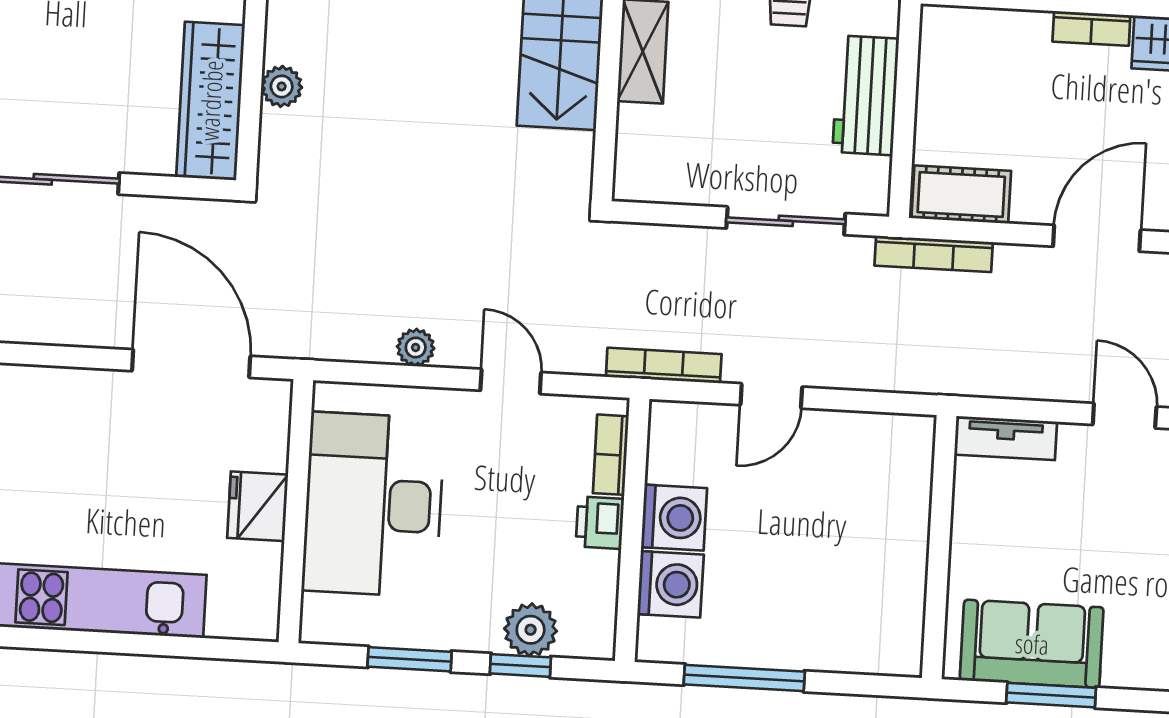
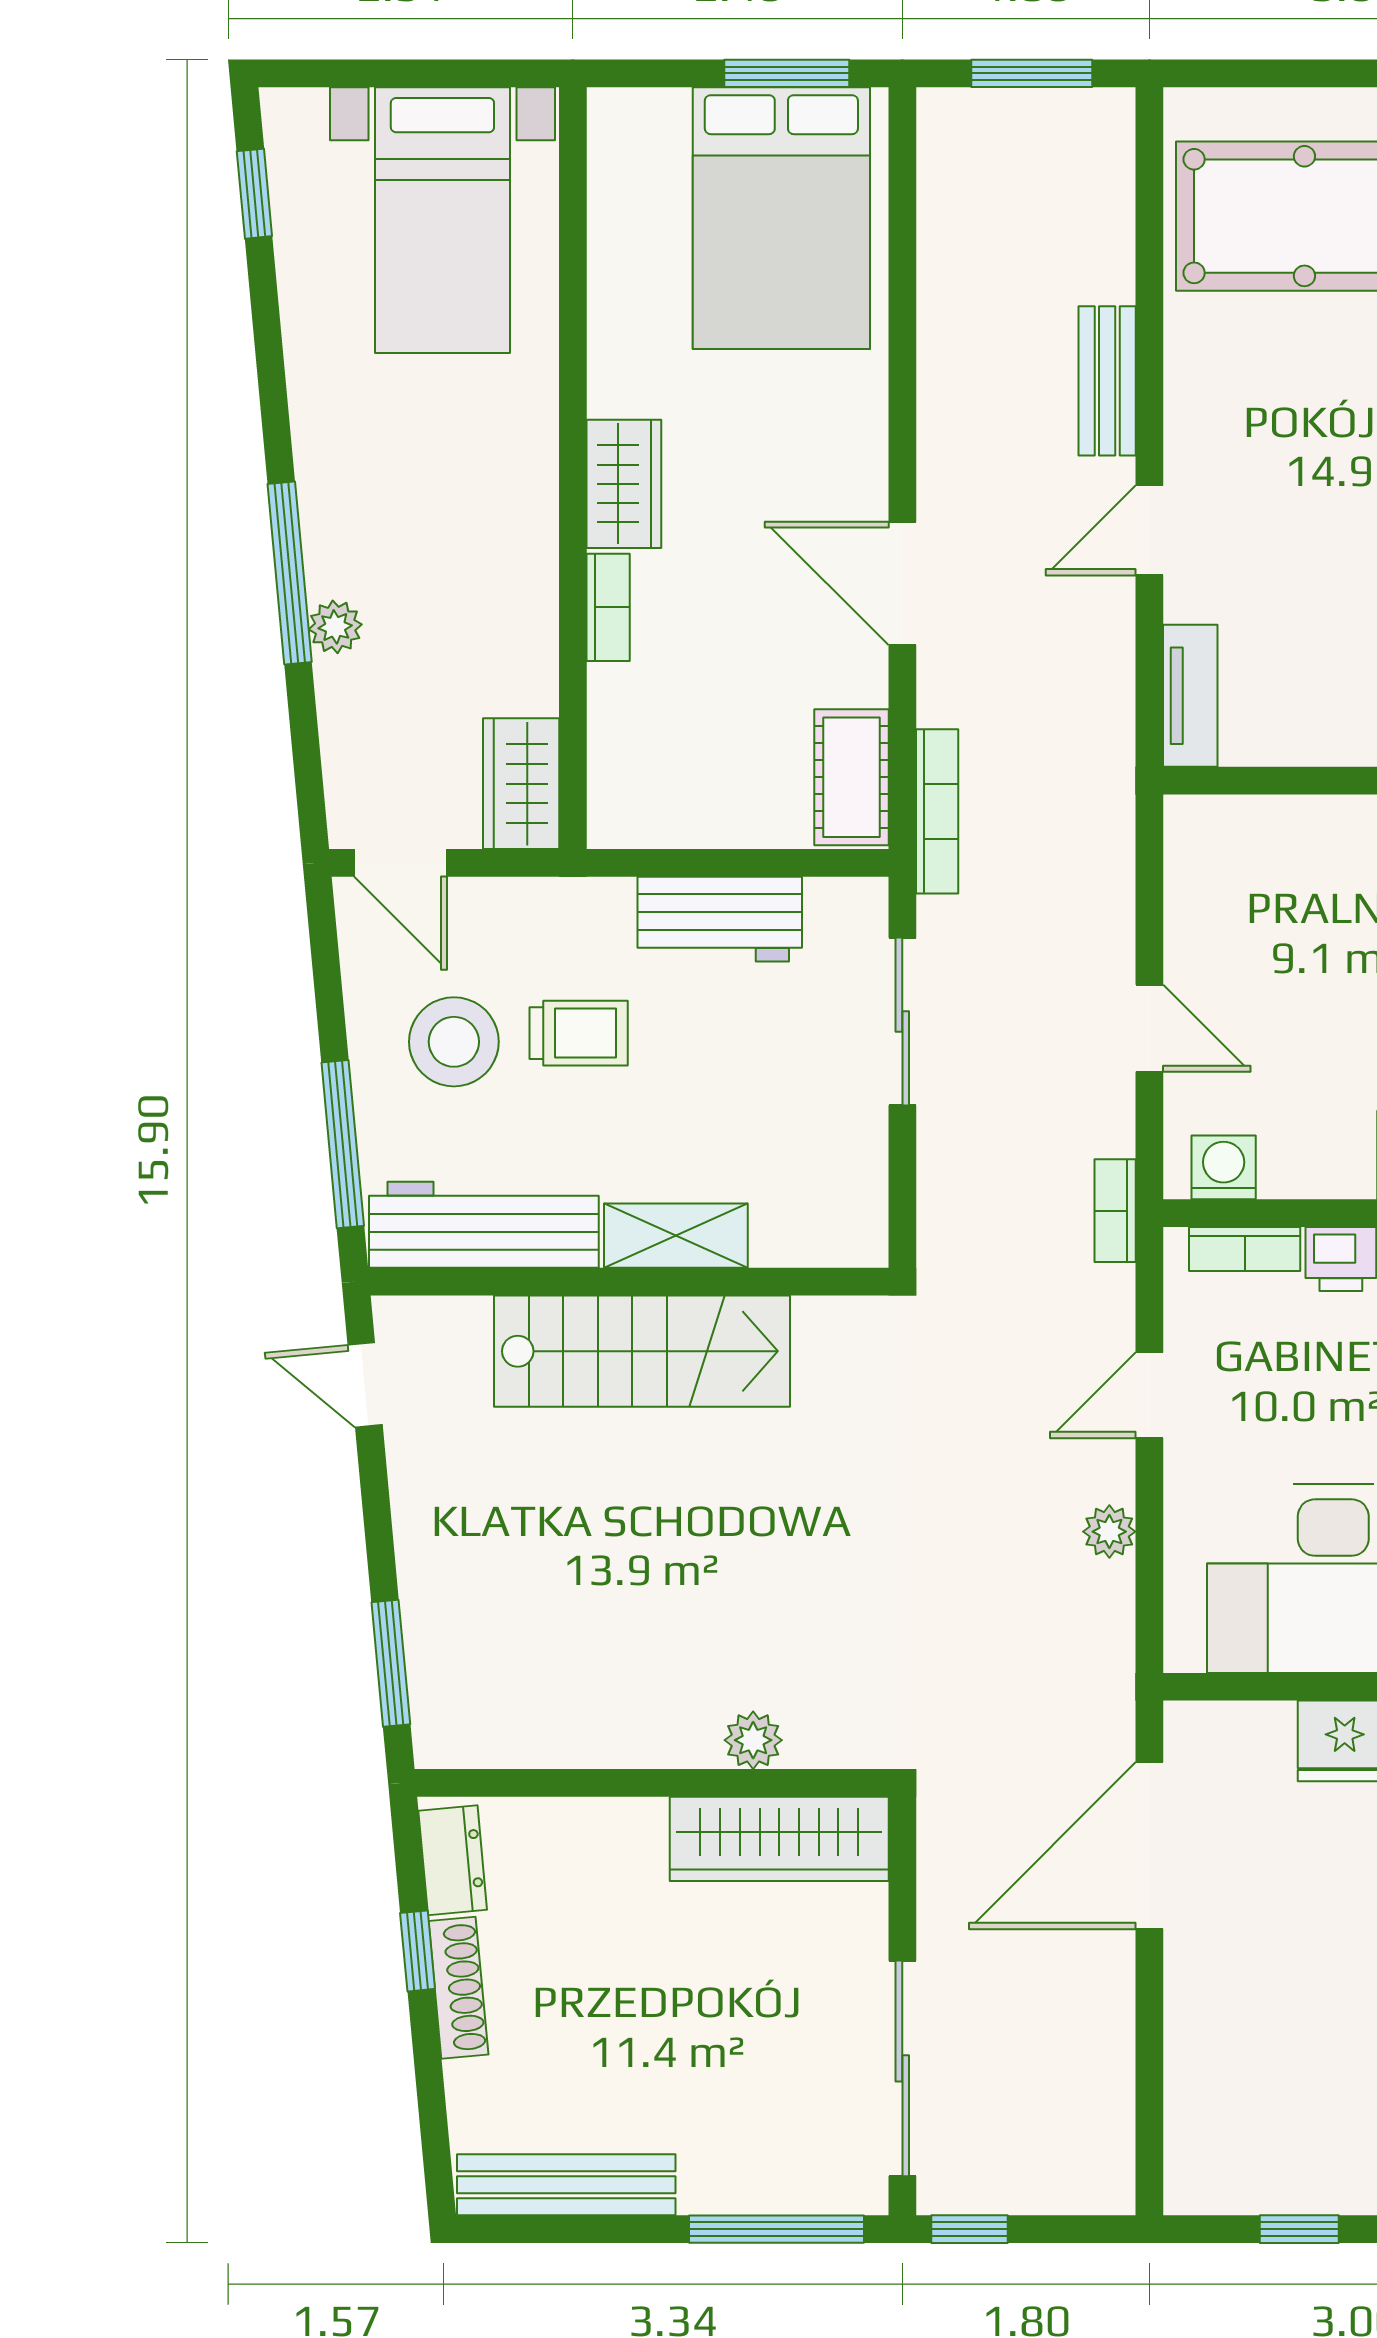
bookcase: (664, 366) -> (1115, 1211), width x0.64
washing machine: (674, 518) -> (1224, 1167), moved, width x0.73, depth x0.73

